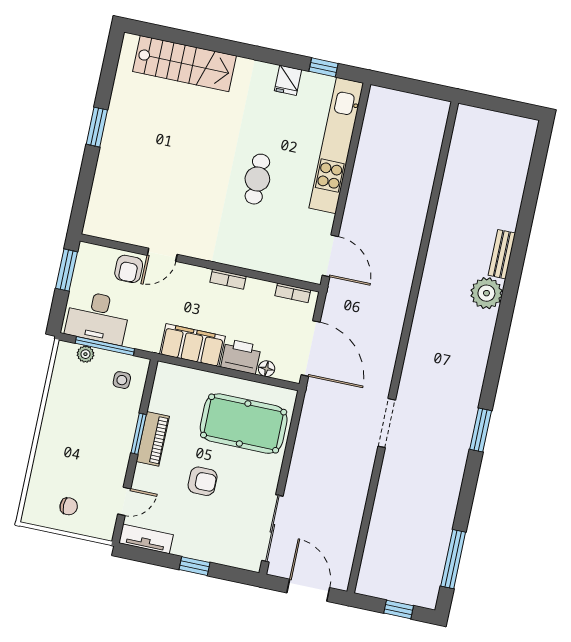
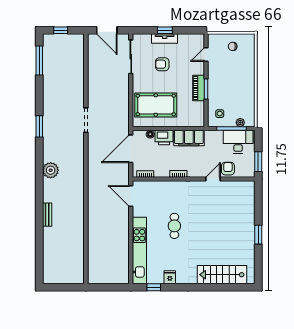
plant: (486, 293) -> (51, 170), moved
door: (311, 348) -> (131, 149), hinge flipped
armchair: (203, 481) -> (162, 64), moved
tv unit: (146, 539) -> (165, 39), moved

